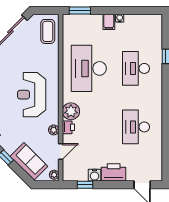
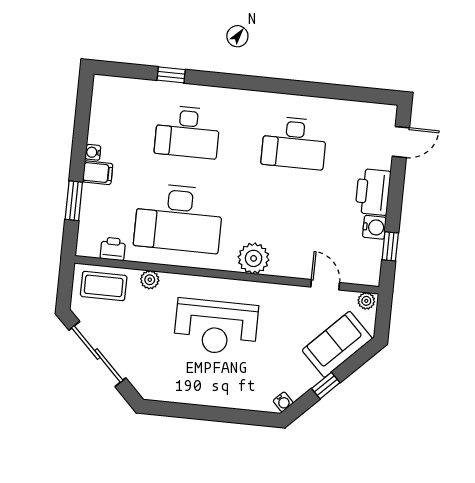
window: (80, 11) -> (74, 201), moved
printer: (68, 127) -> (113, 249), moved
plant: (54, 130) -> (150, 280), moved

